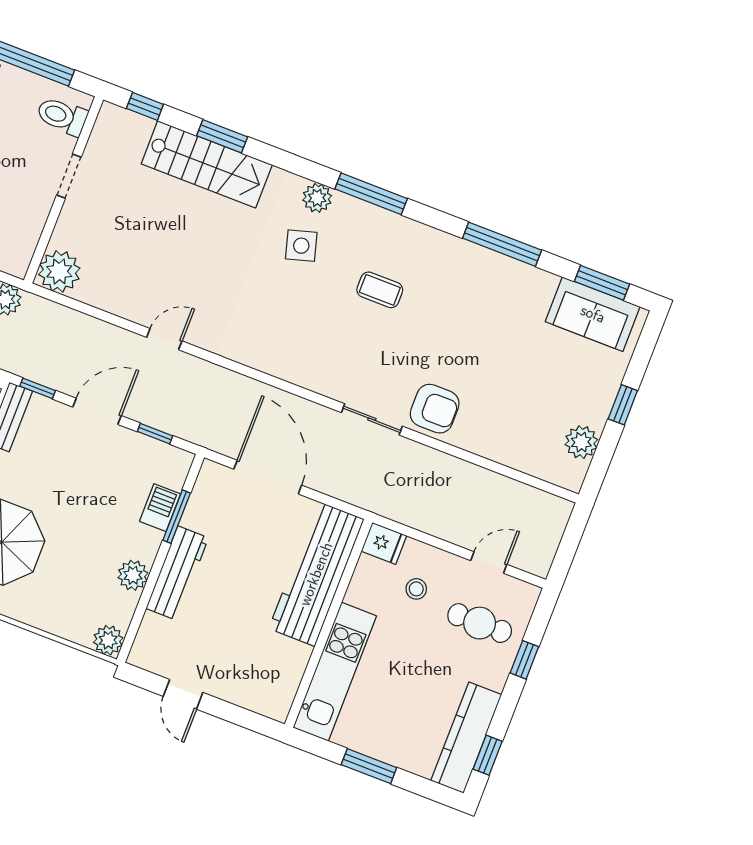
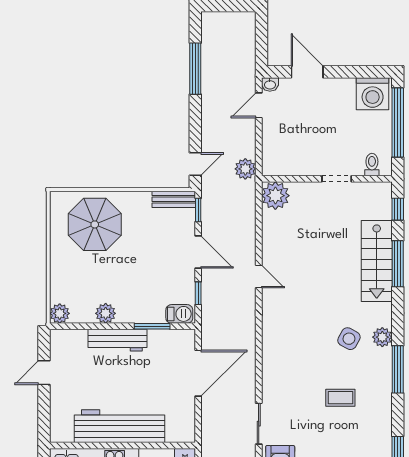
toilet: (62, 116) -> (372, 165), width x0.73, depth x0.72
window: (222, 136) -> (398, 264), width x1.44
side table: (301, 246) -> (349, 339), turned 45
coffee table: (380, 290) -> (340, 398), turned 90
barbecue: (160, 508) -> (179, 314), moved
workbench: (316, 574) -> (120, 426), moved

